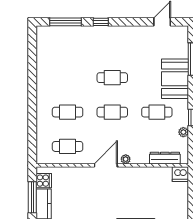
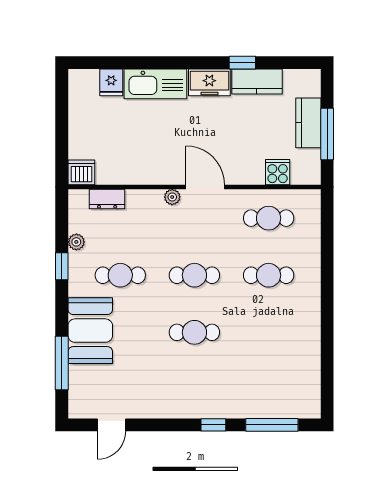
dresser: (165, 158) -> (107, 199), width x0.70
door: (106, 165) -> (205, 187), swing flipped
cooker: (44, 181) -> (278, 172), moved, turned 90

